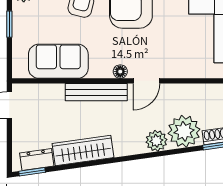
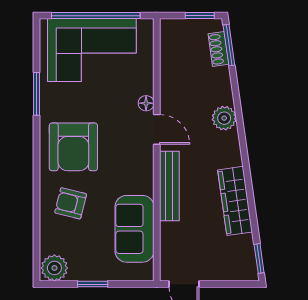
floor lamp: (120, 72) -> (146, 103), moved
plant: (184, 131) -> (213, 87), removed
dresser: (37, 159) -> (245, 253), removed

